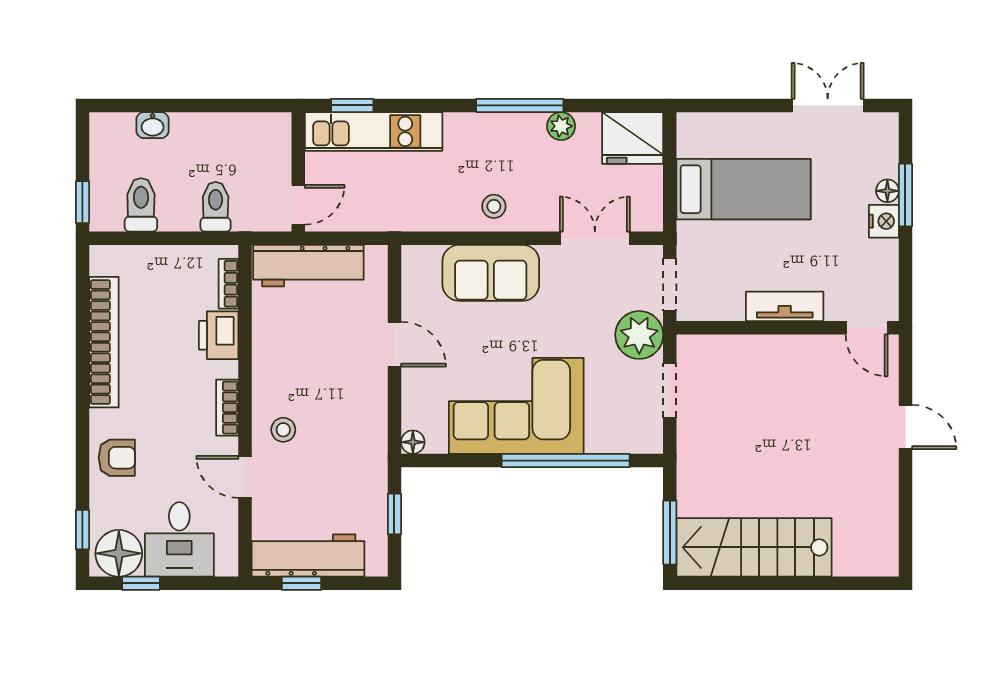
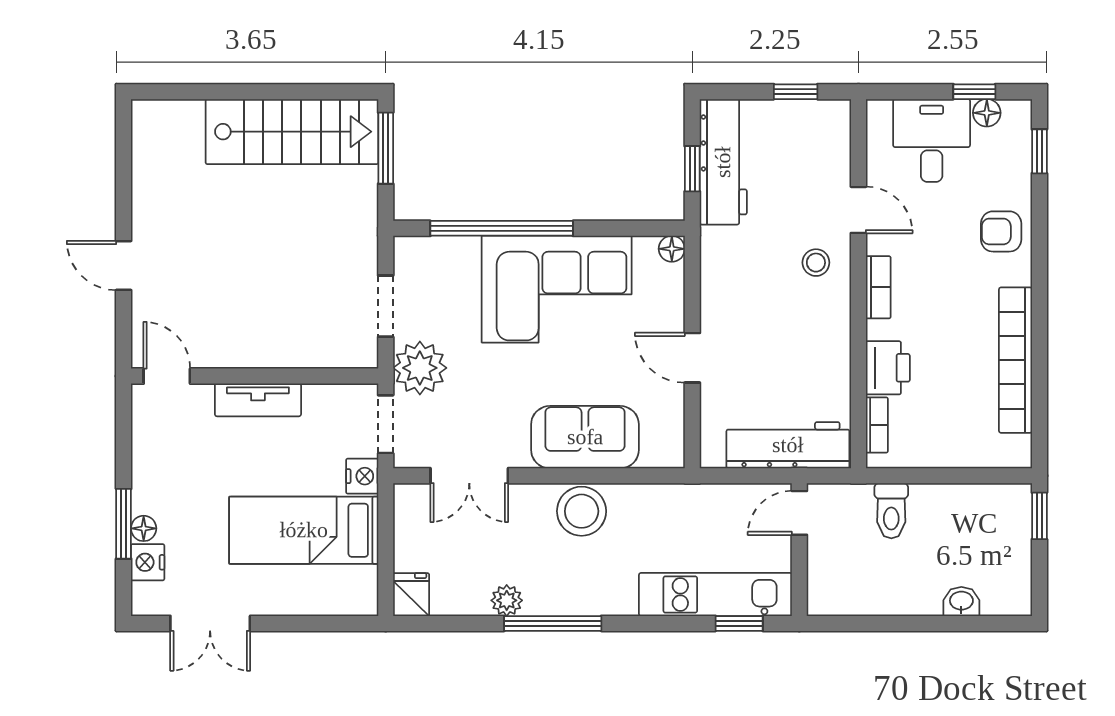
fridge: (633, 138) -> (411, 595), width x0.53, depth x0.75
toilet: (141, 205) -> (974, 513), removed
stool: (494, 206) -> (582, 511), width x1.89, depth x1.89
nightstand: (884, 221) -> (148, 562), moved
nightstand: (691, 238) -> (362, 476), added
floor lamp: (119, 553) -> (987, 113), width x0.53, depth x0.53
workbench: (308, 555) -> (723, 162), moved, turned -90

